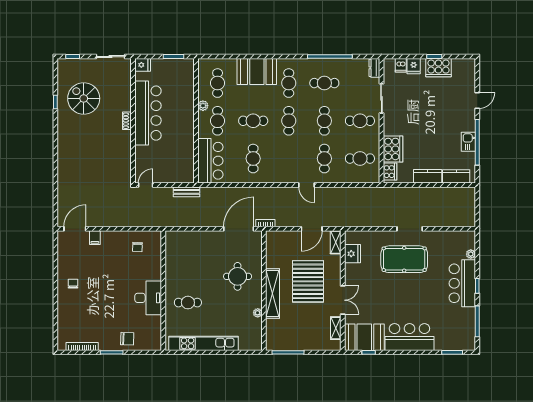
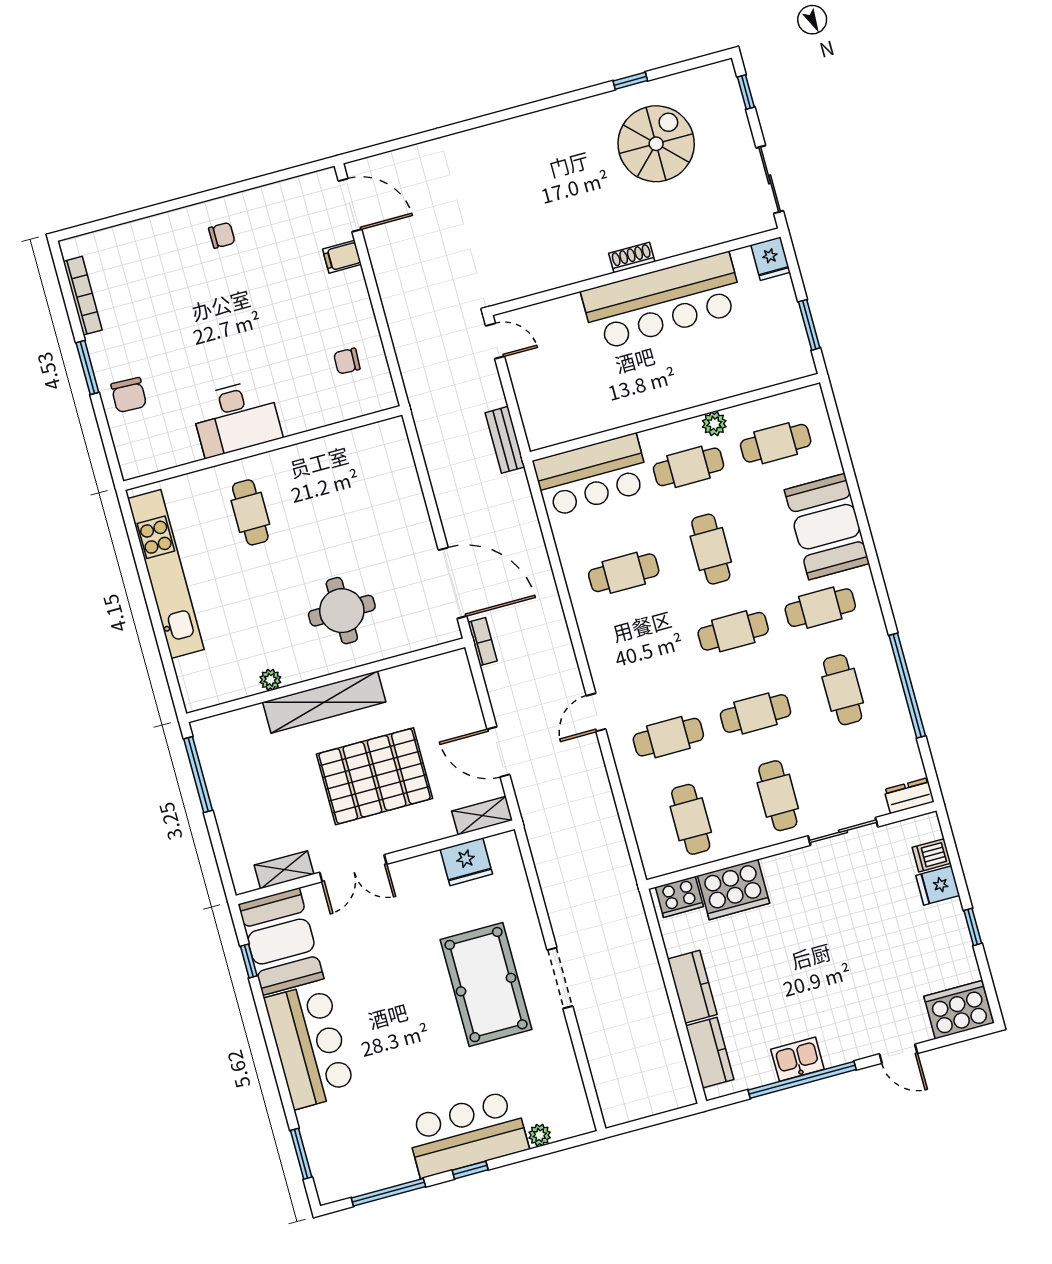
cooker: (438, 68) -> (959, 1010), moved, turned 90

